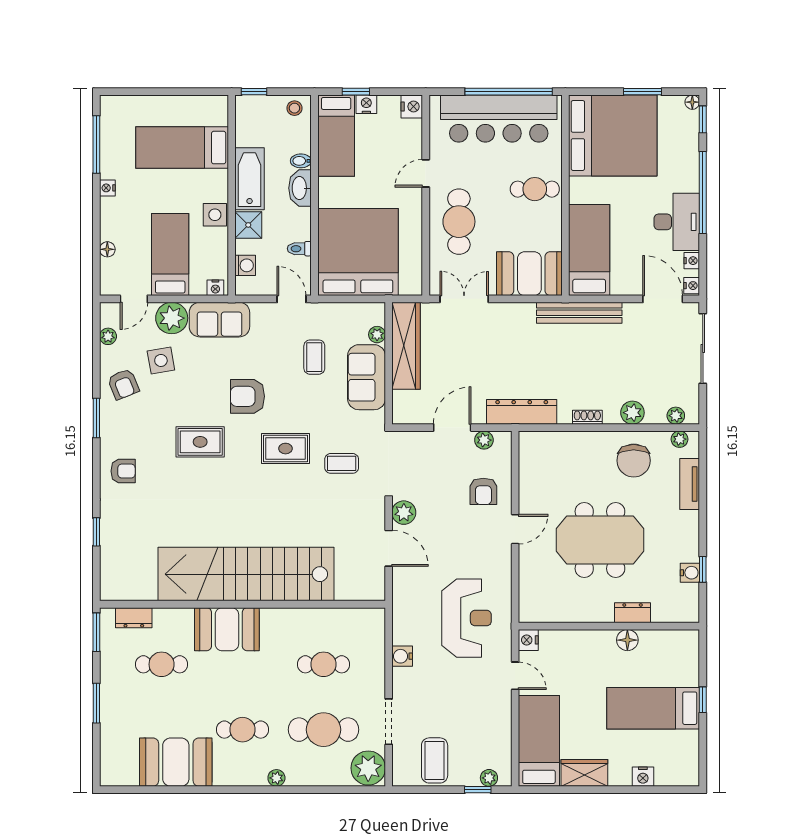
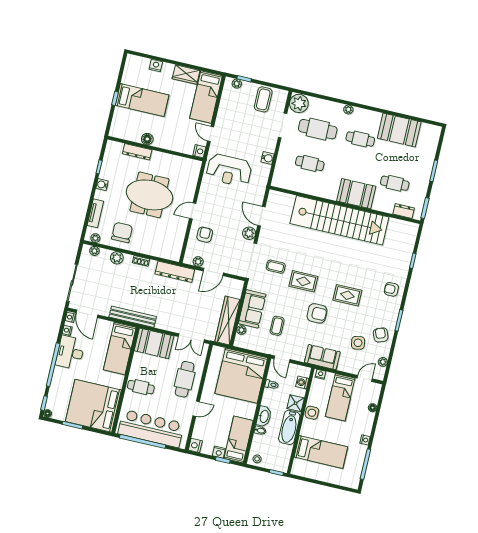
plant: (172, 318) -> (347, 364), removed
water cooler: (690, 573) -> (102, 185), moved
dresser: (633, 613) -> (137, 152), width x1.44
reception desk: (467, 618) -> (229, 170), turned -90

